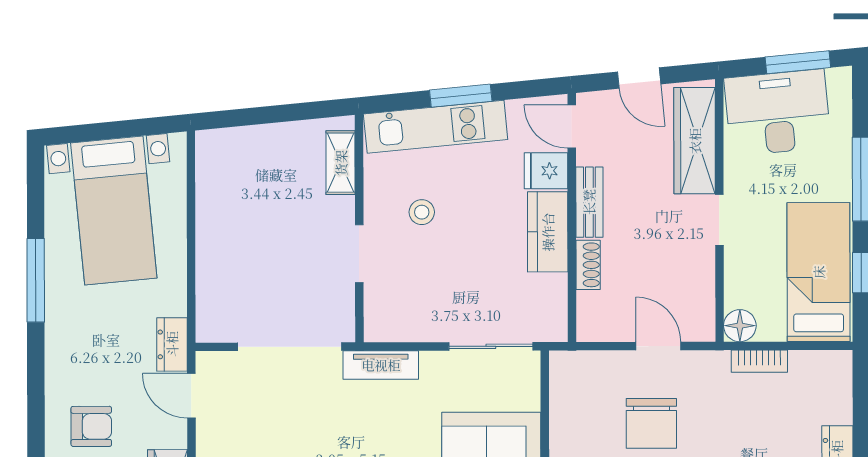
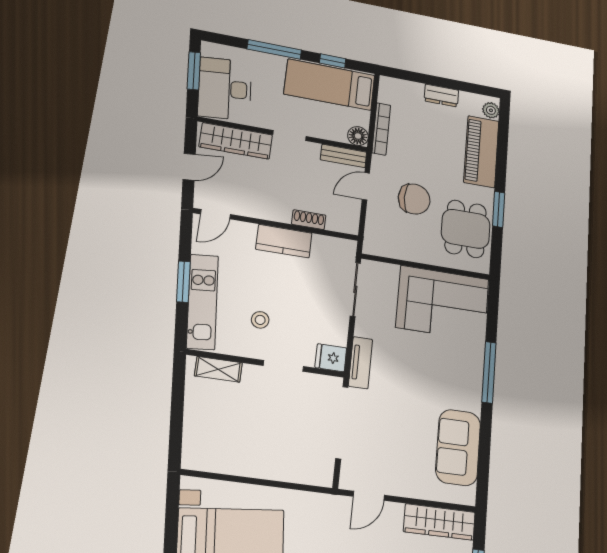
fridge: (546, 171) -> (331, 358), moved, turned 90
bench: (589, 202) -> (344, 156), moved
dresser: (172, 344) -> (332, 505), removed
bookcase: (759, 361) -> (381, 129), width x1.56

